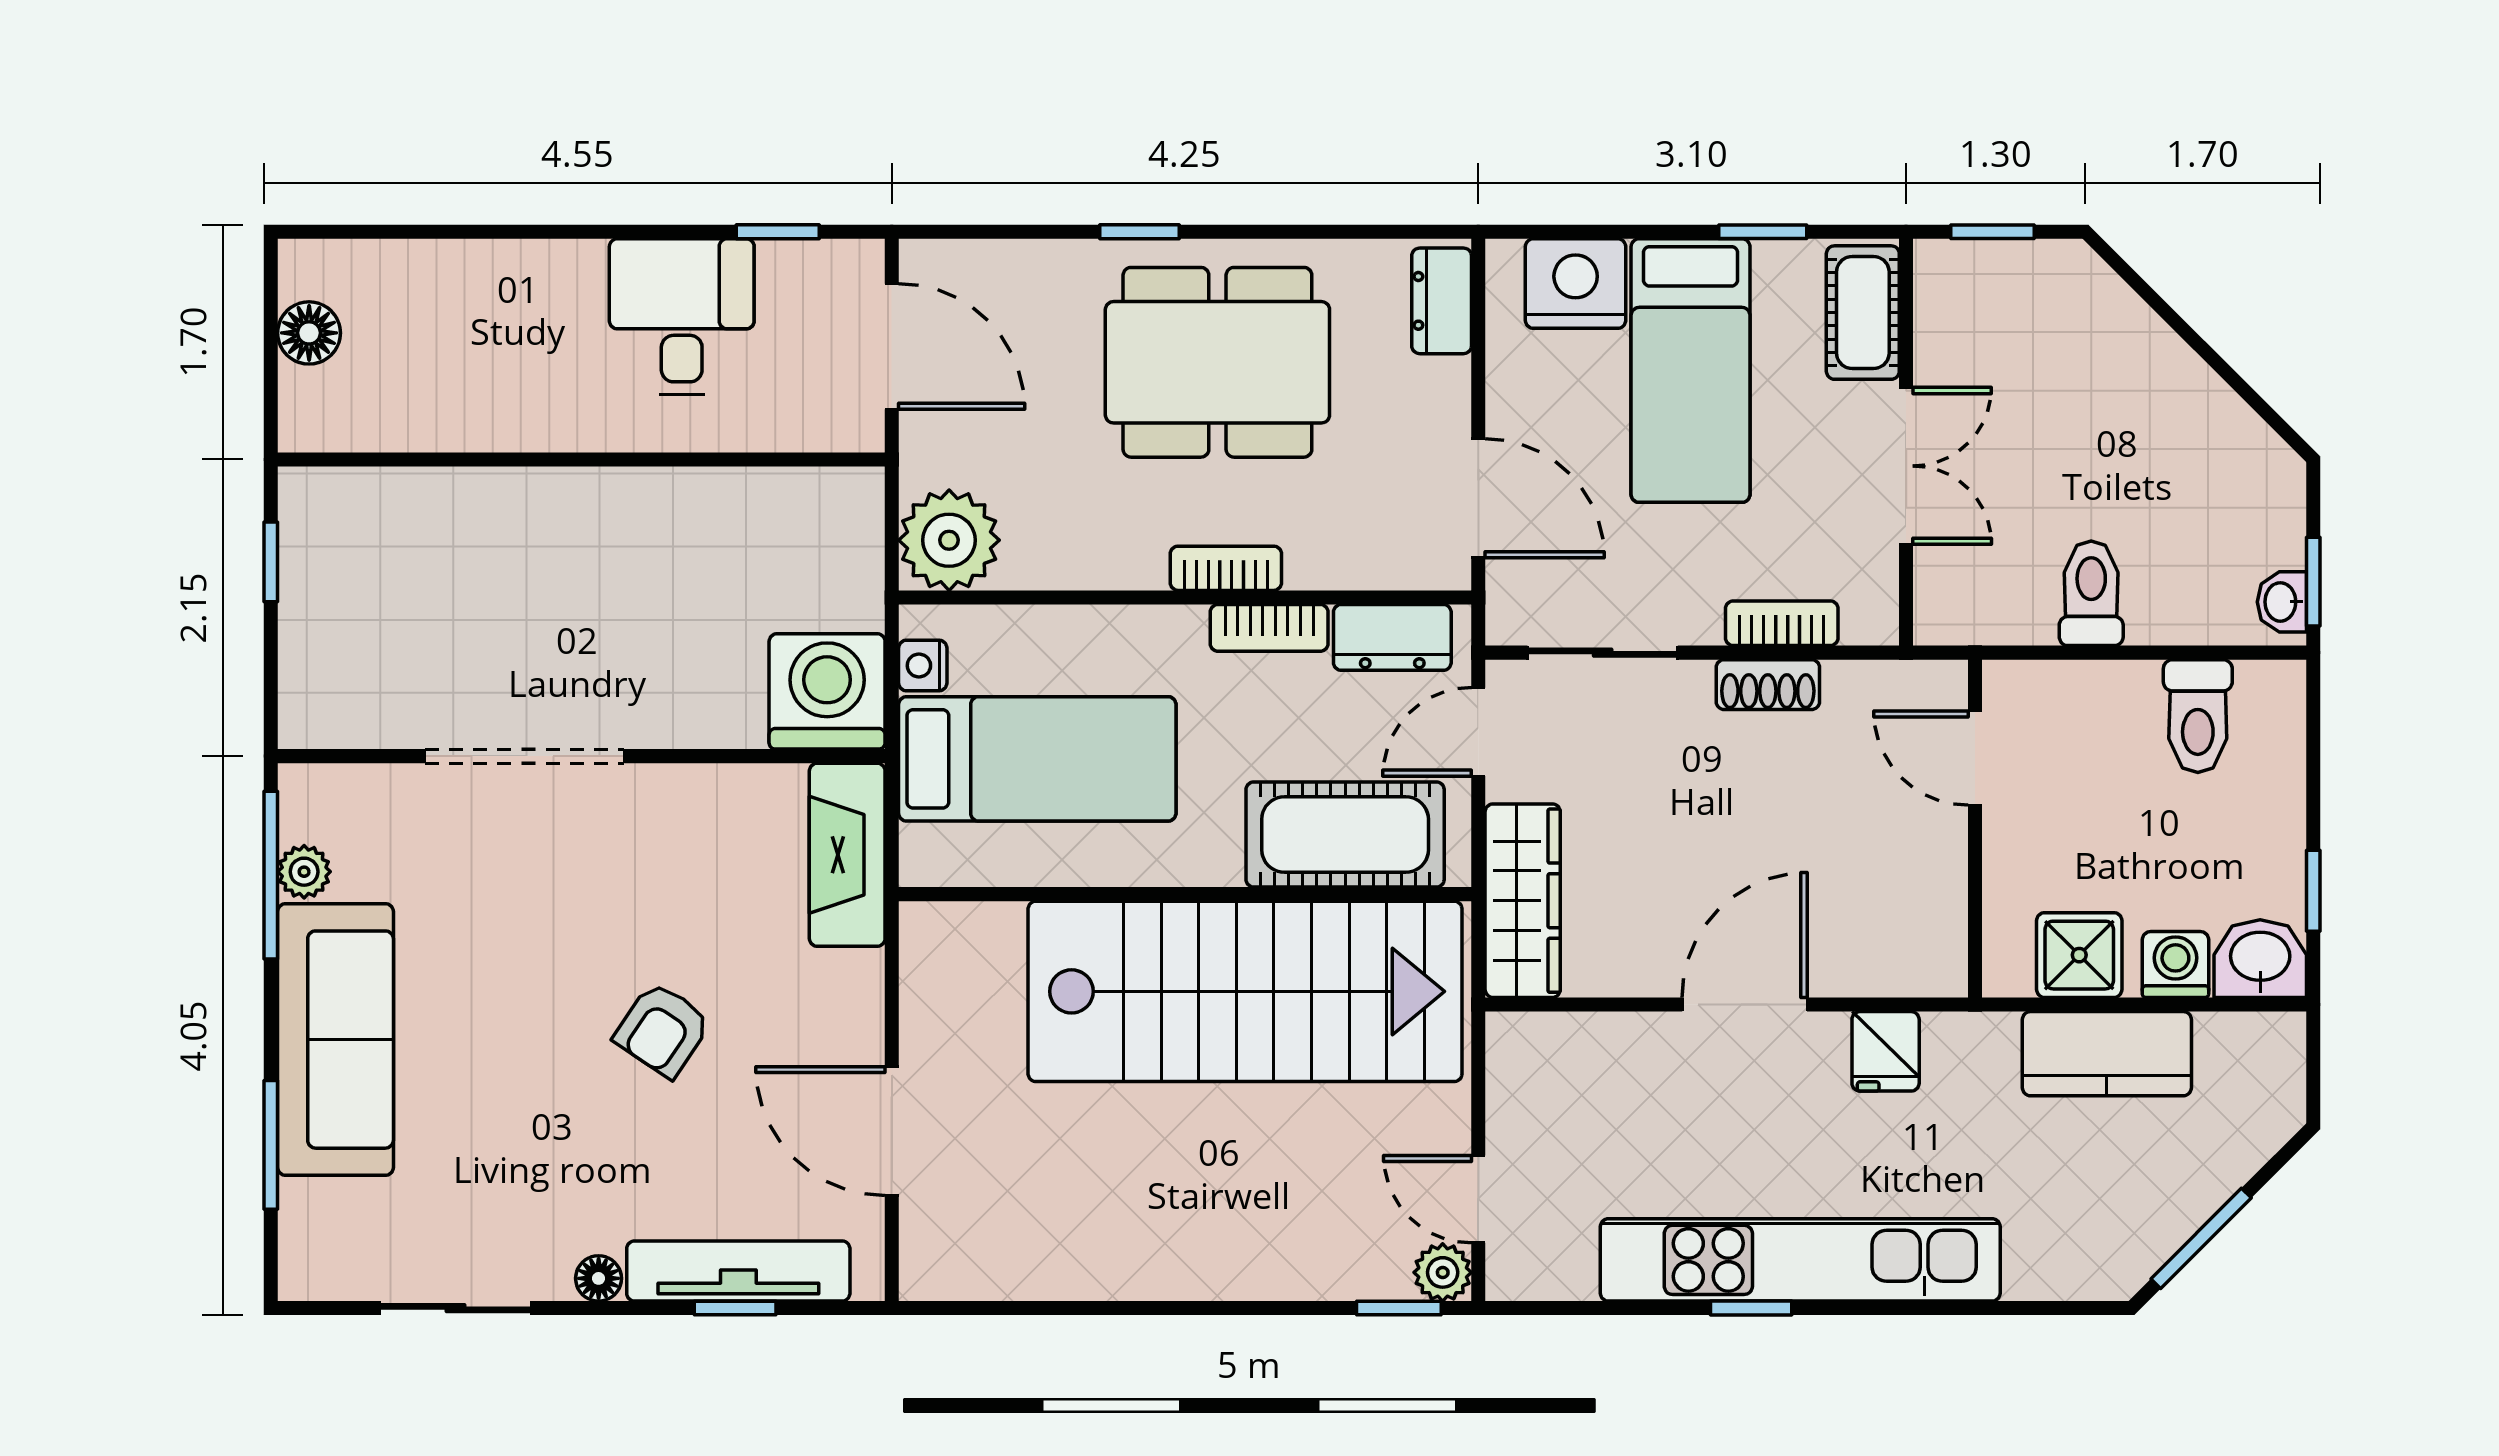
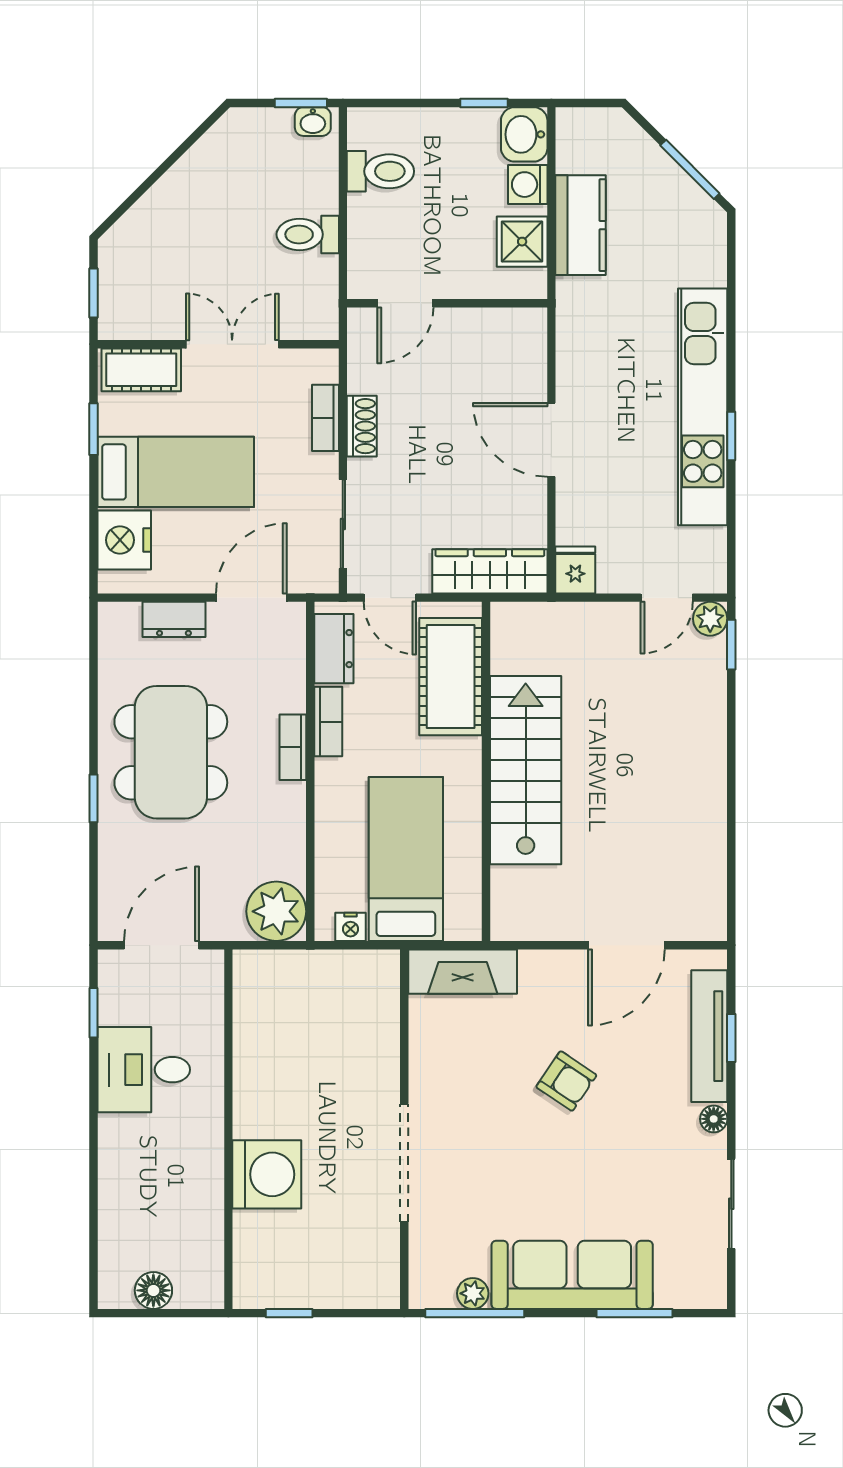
dresser: (1442, 301) -> (174, 619), moved
washing machine: (827, 691) -> (267, 1174), moved, turned 180
stairs: (1245, 991) -> (526, 770), width x0.73, depth x0.66
fridge: (1886, 1051) -> (575, 570), moved, turned -90

